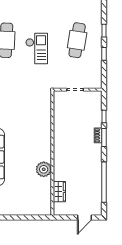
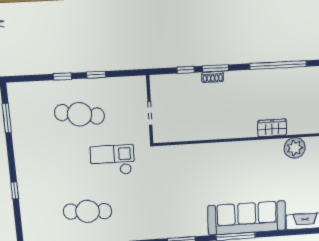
checkout: (37, 49) -> (113, 160), moved
plant: (44, 169) -> (295, 148), moved
wardrobe: (59, 192) -> (272, 128), moved

